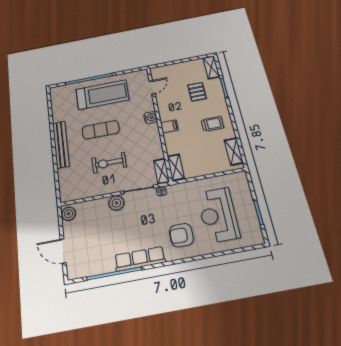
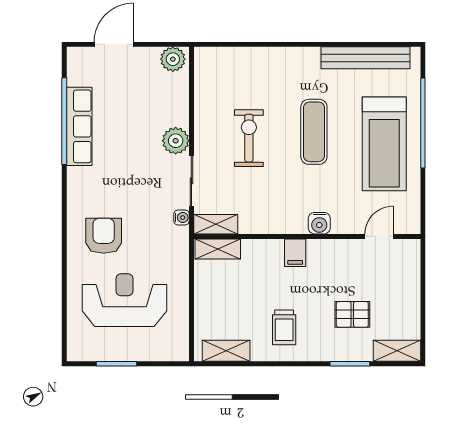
door: (152, 87) -> (379, 236), swing flipped
bench: (61, 144) -> (366, 58), moved
row of seats: (140, 259) -> (79, 126), moved

